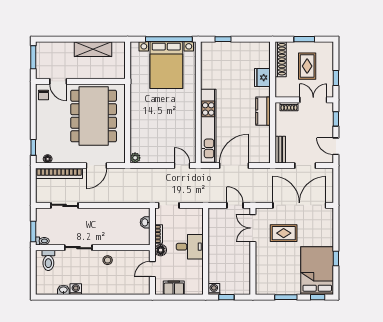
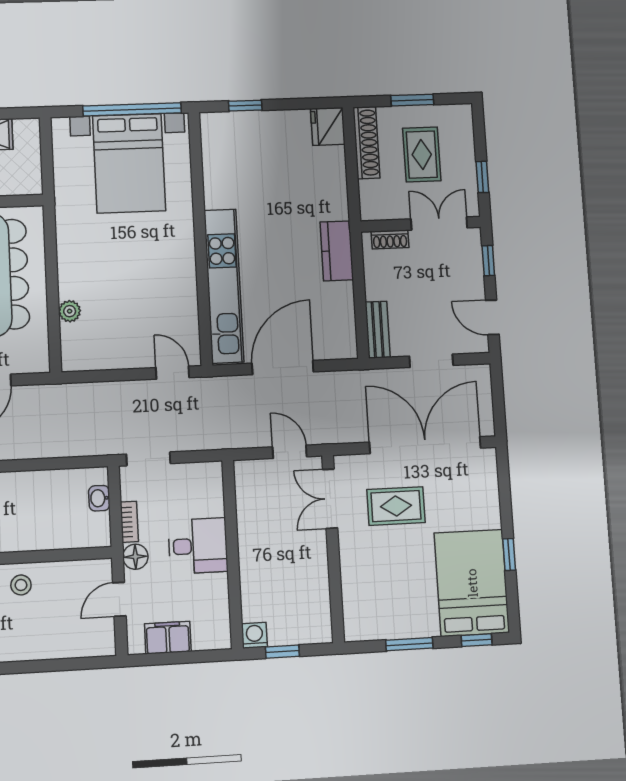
fridge: (262, 78) -> (328, 126), moved
plant: (135, 158) -> (70, 311), moved

